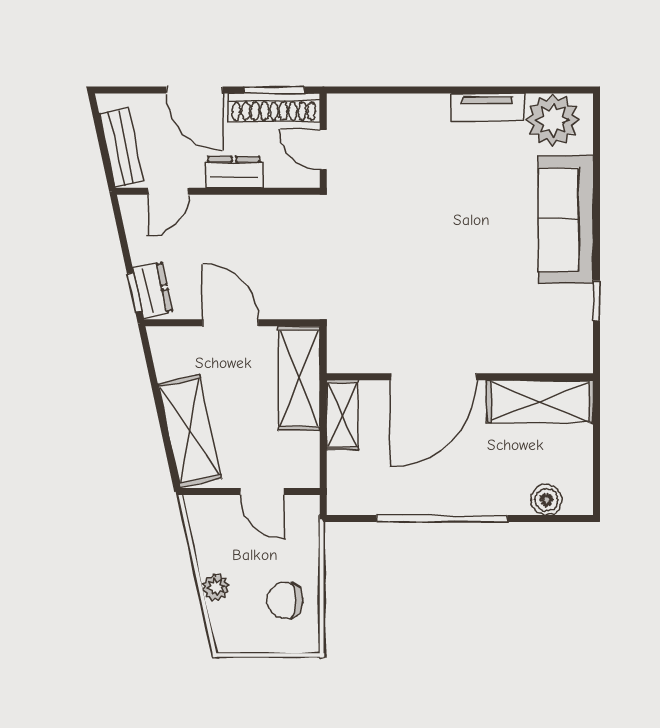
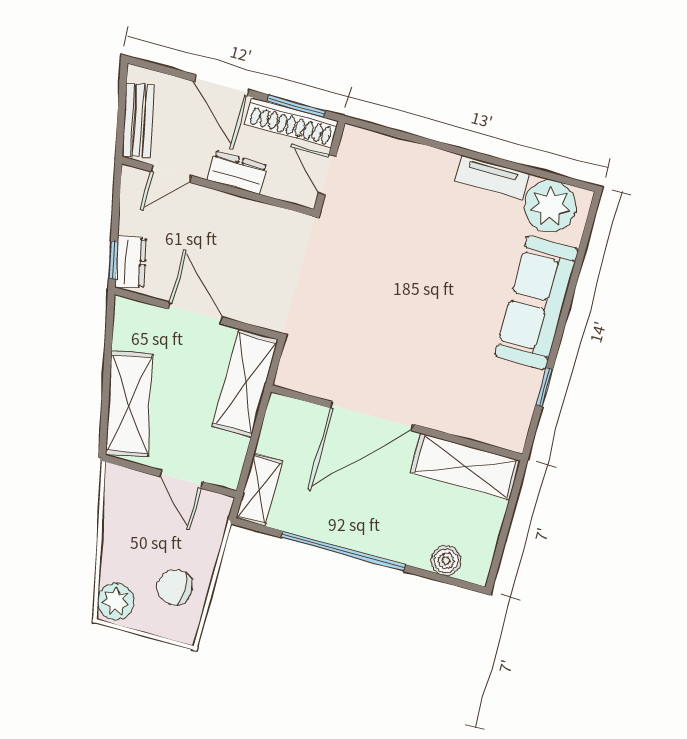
shelving: (342, 415) -> (259, 490), moved
plant: (216, 587) -> (116, 601), moved, width x1.38, depth x1.38

